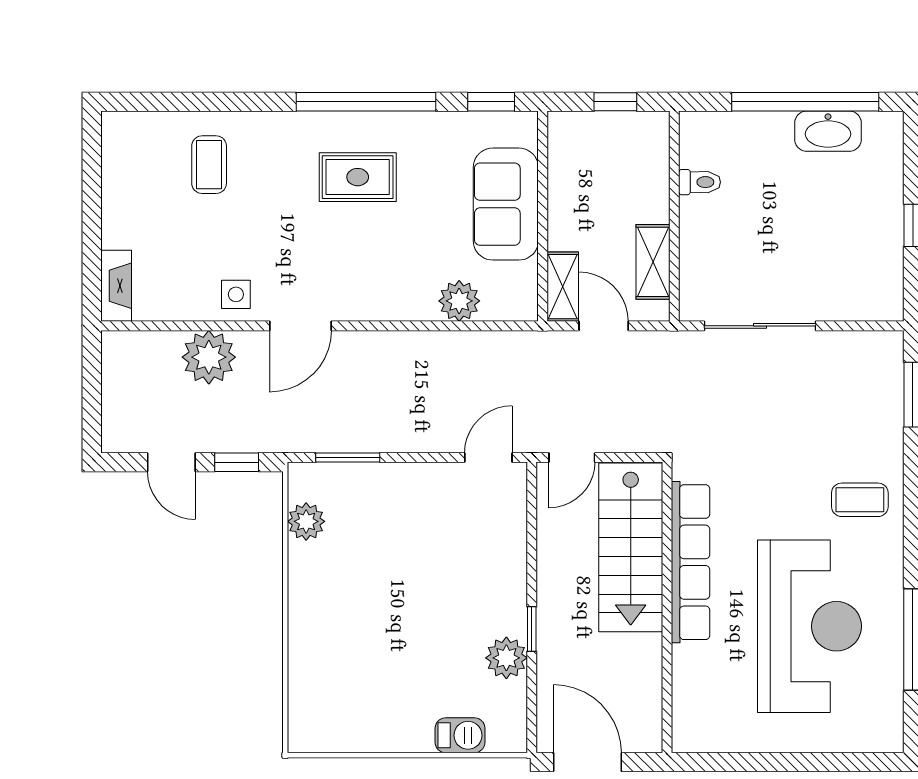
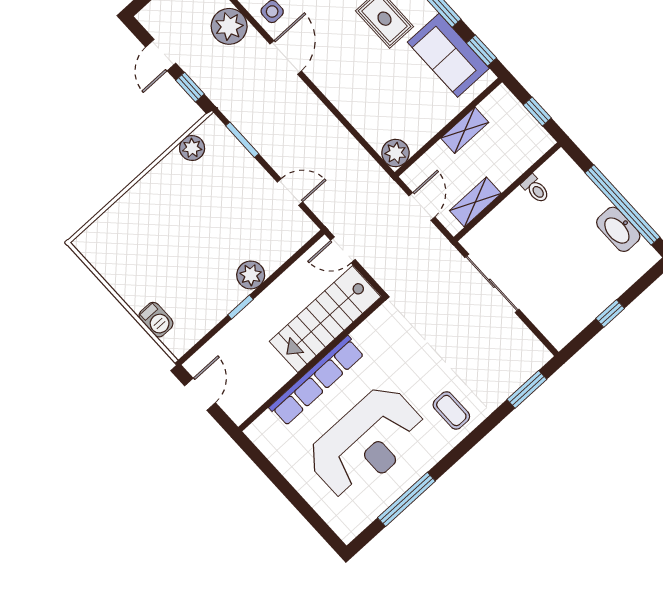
sofa: (506, 204) -> (448, 55), moved, turned -90
shelving: (563, 287) -> (465, 130), moved
plant: (459, 301) -> (395, 153), moved
door: (301, 326) -> (286, 57), swing flipped
door: (488, 458) -> (290, 192), moved
row of seats: (690, 562) -> (317, 381), moved
plant: (506, 658) -> (251, 275), moved
door: (587, 762) -> (200, 394), width x0.73

